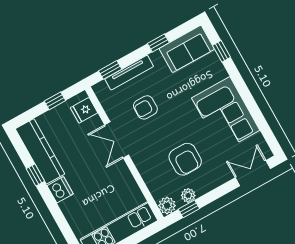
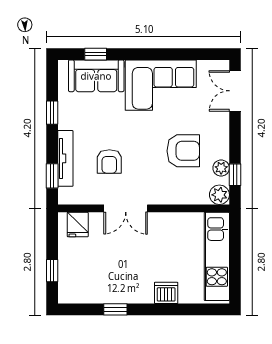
sofa: (187, 49) -> (96, 76), moved, turned 90
window: (55, 101) -> (52, 271), moved
kitchen counter: (40, 151) -> (94, 292), removed
dishwasher: (60, 190) -> (166, 293), moved

